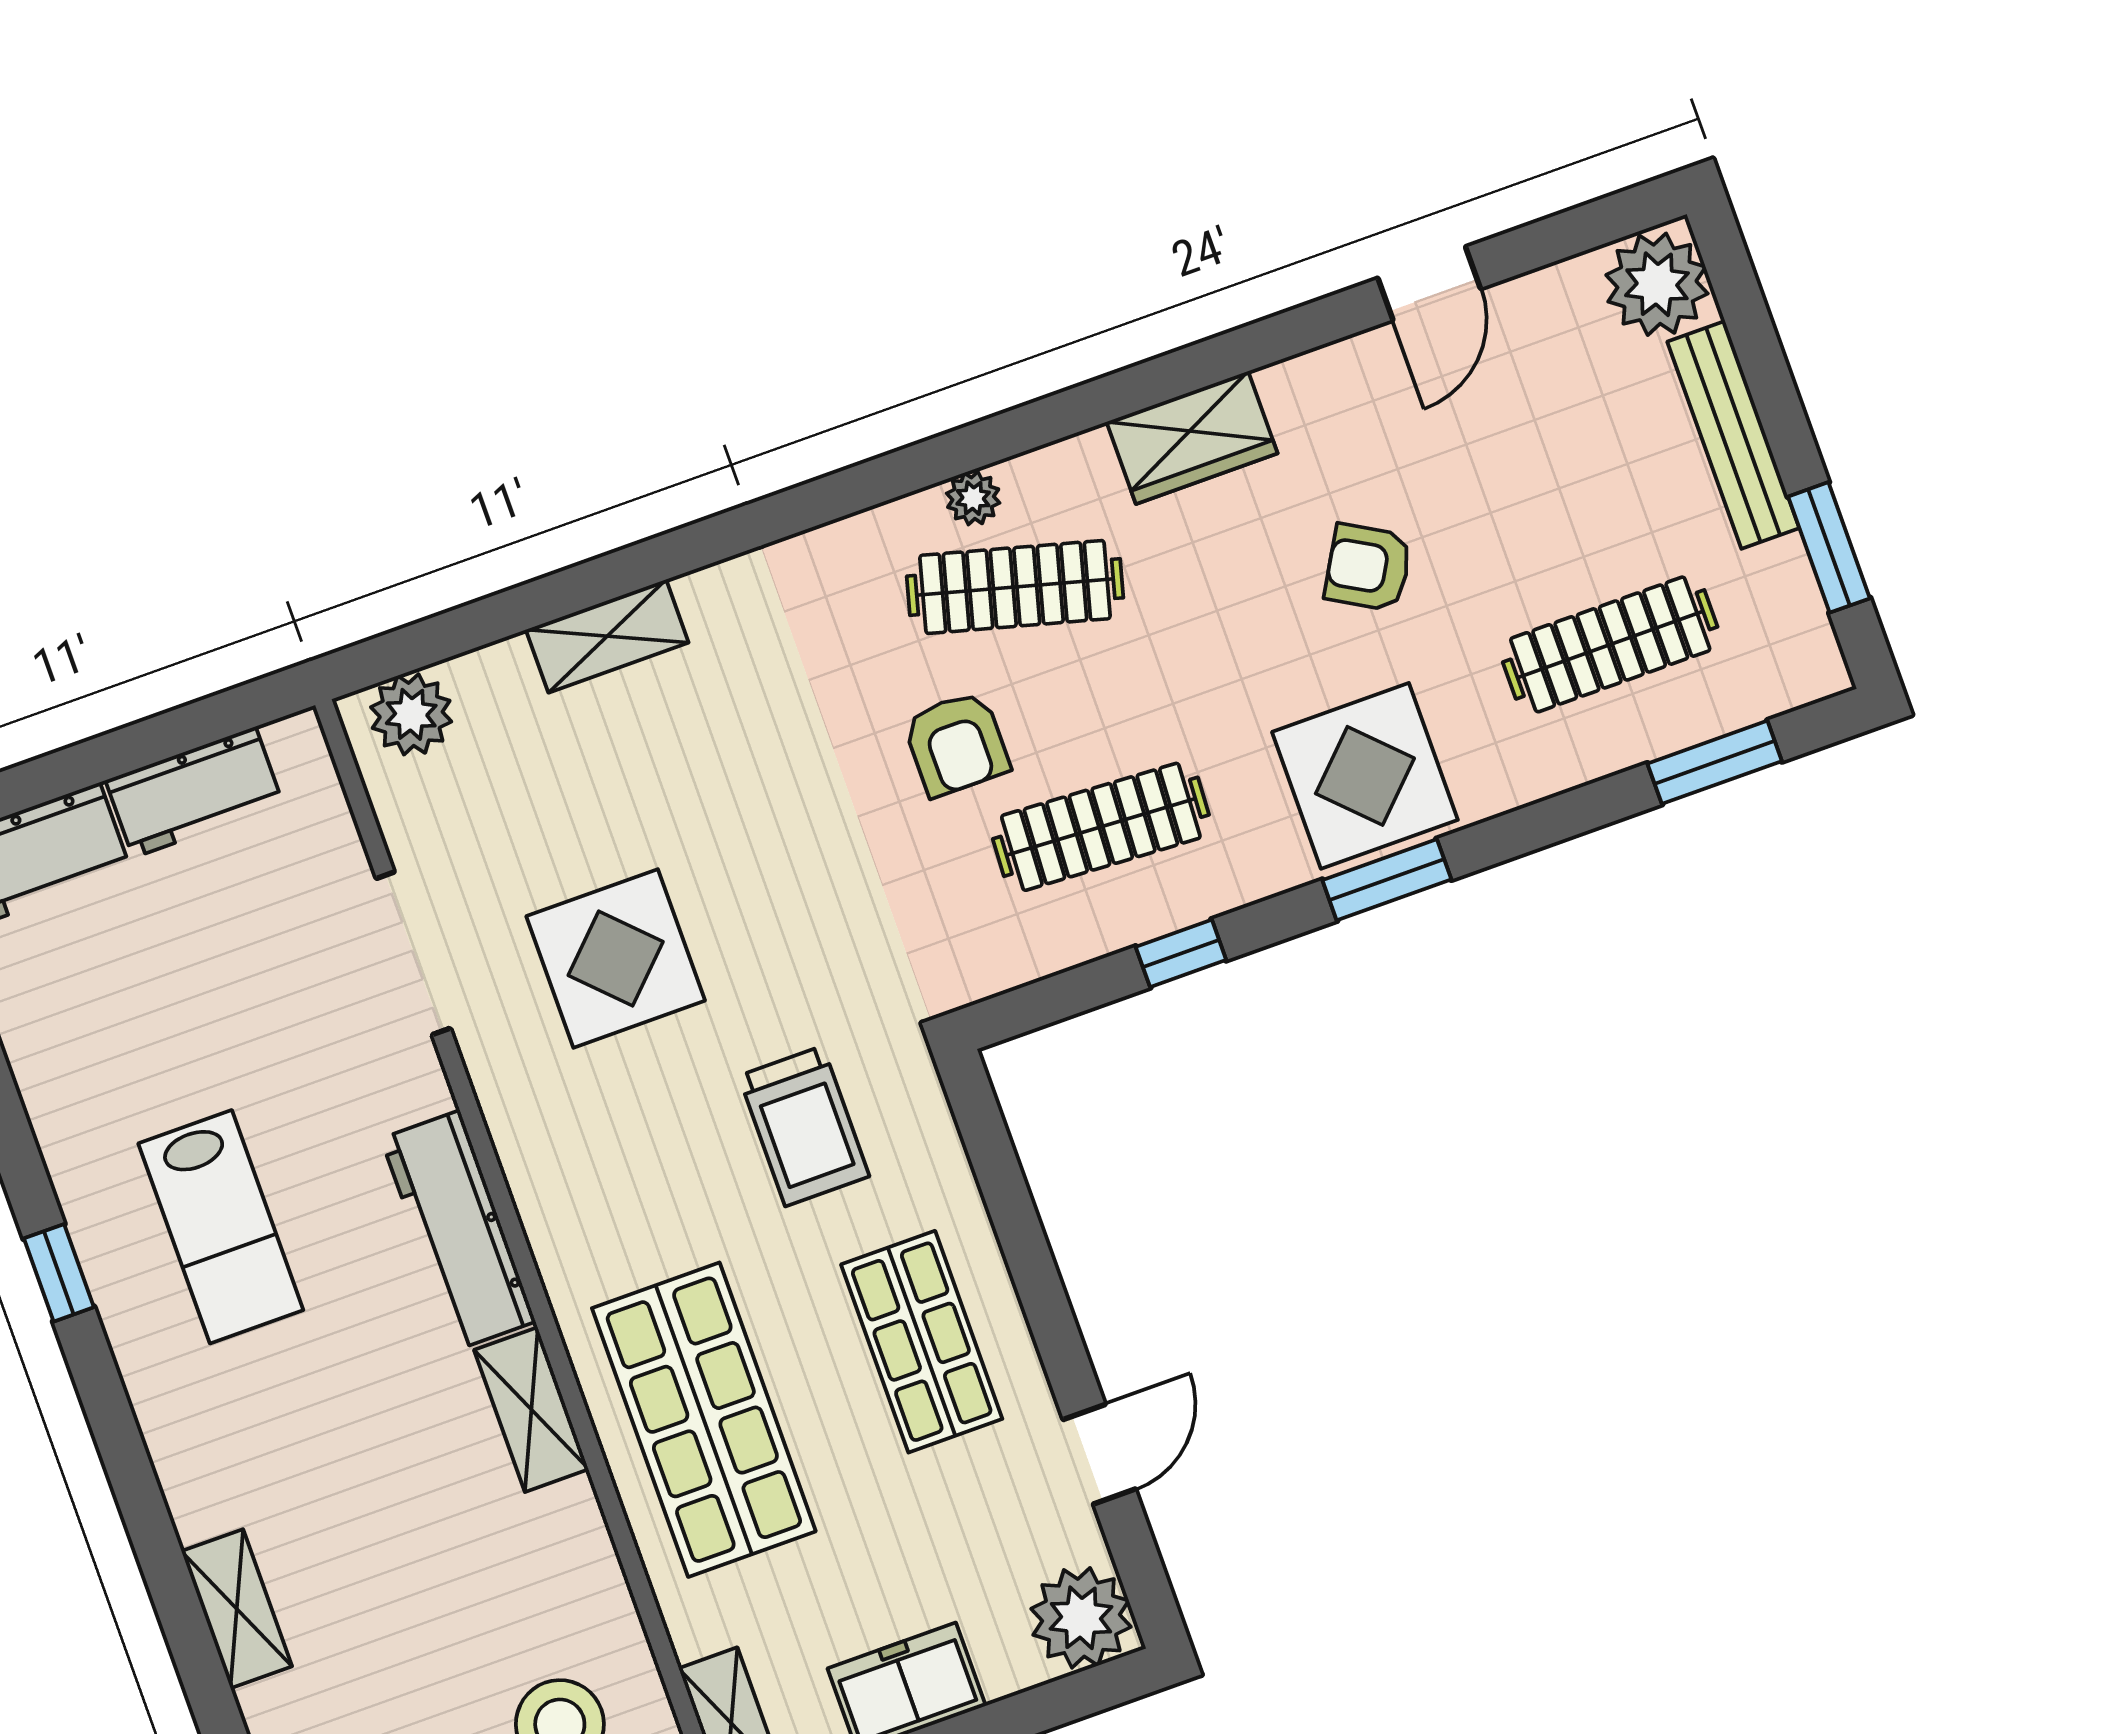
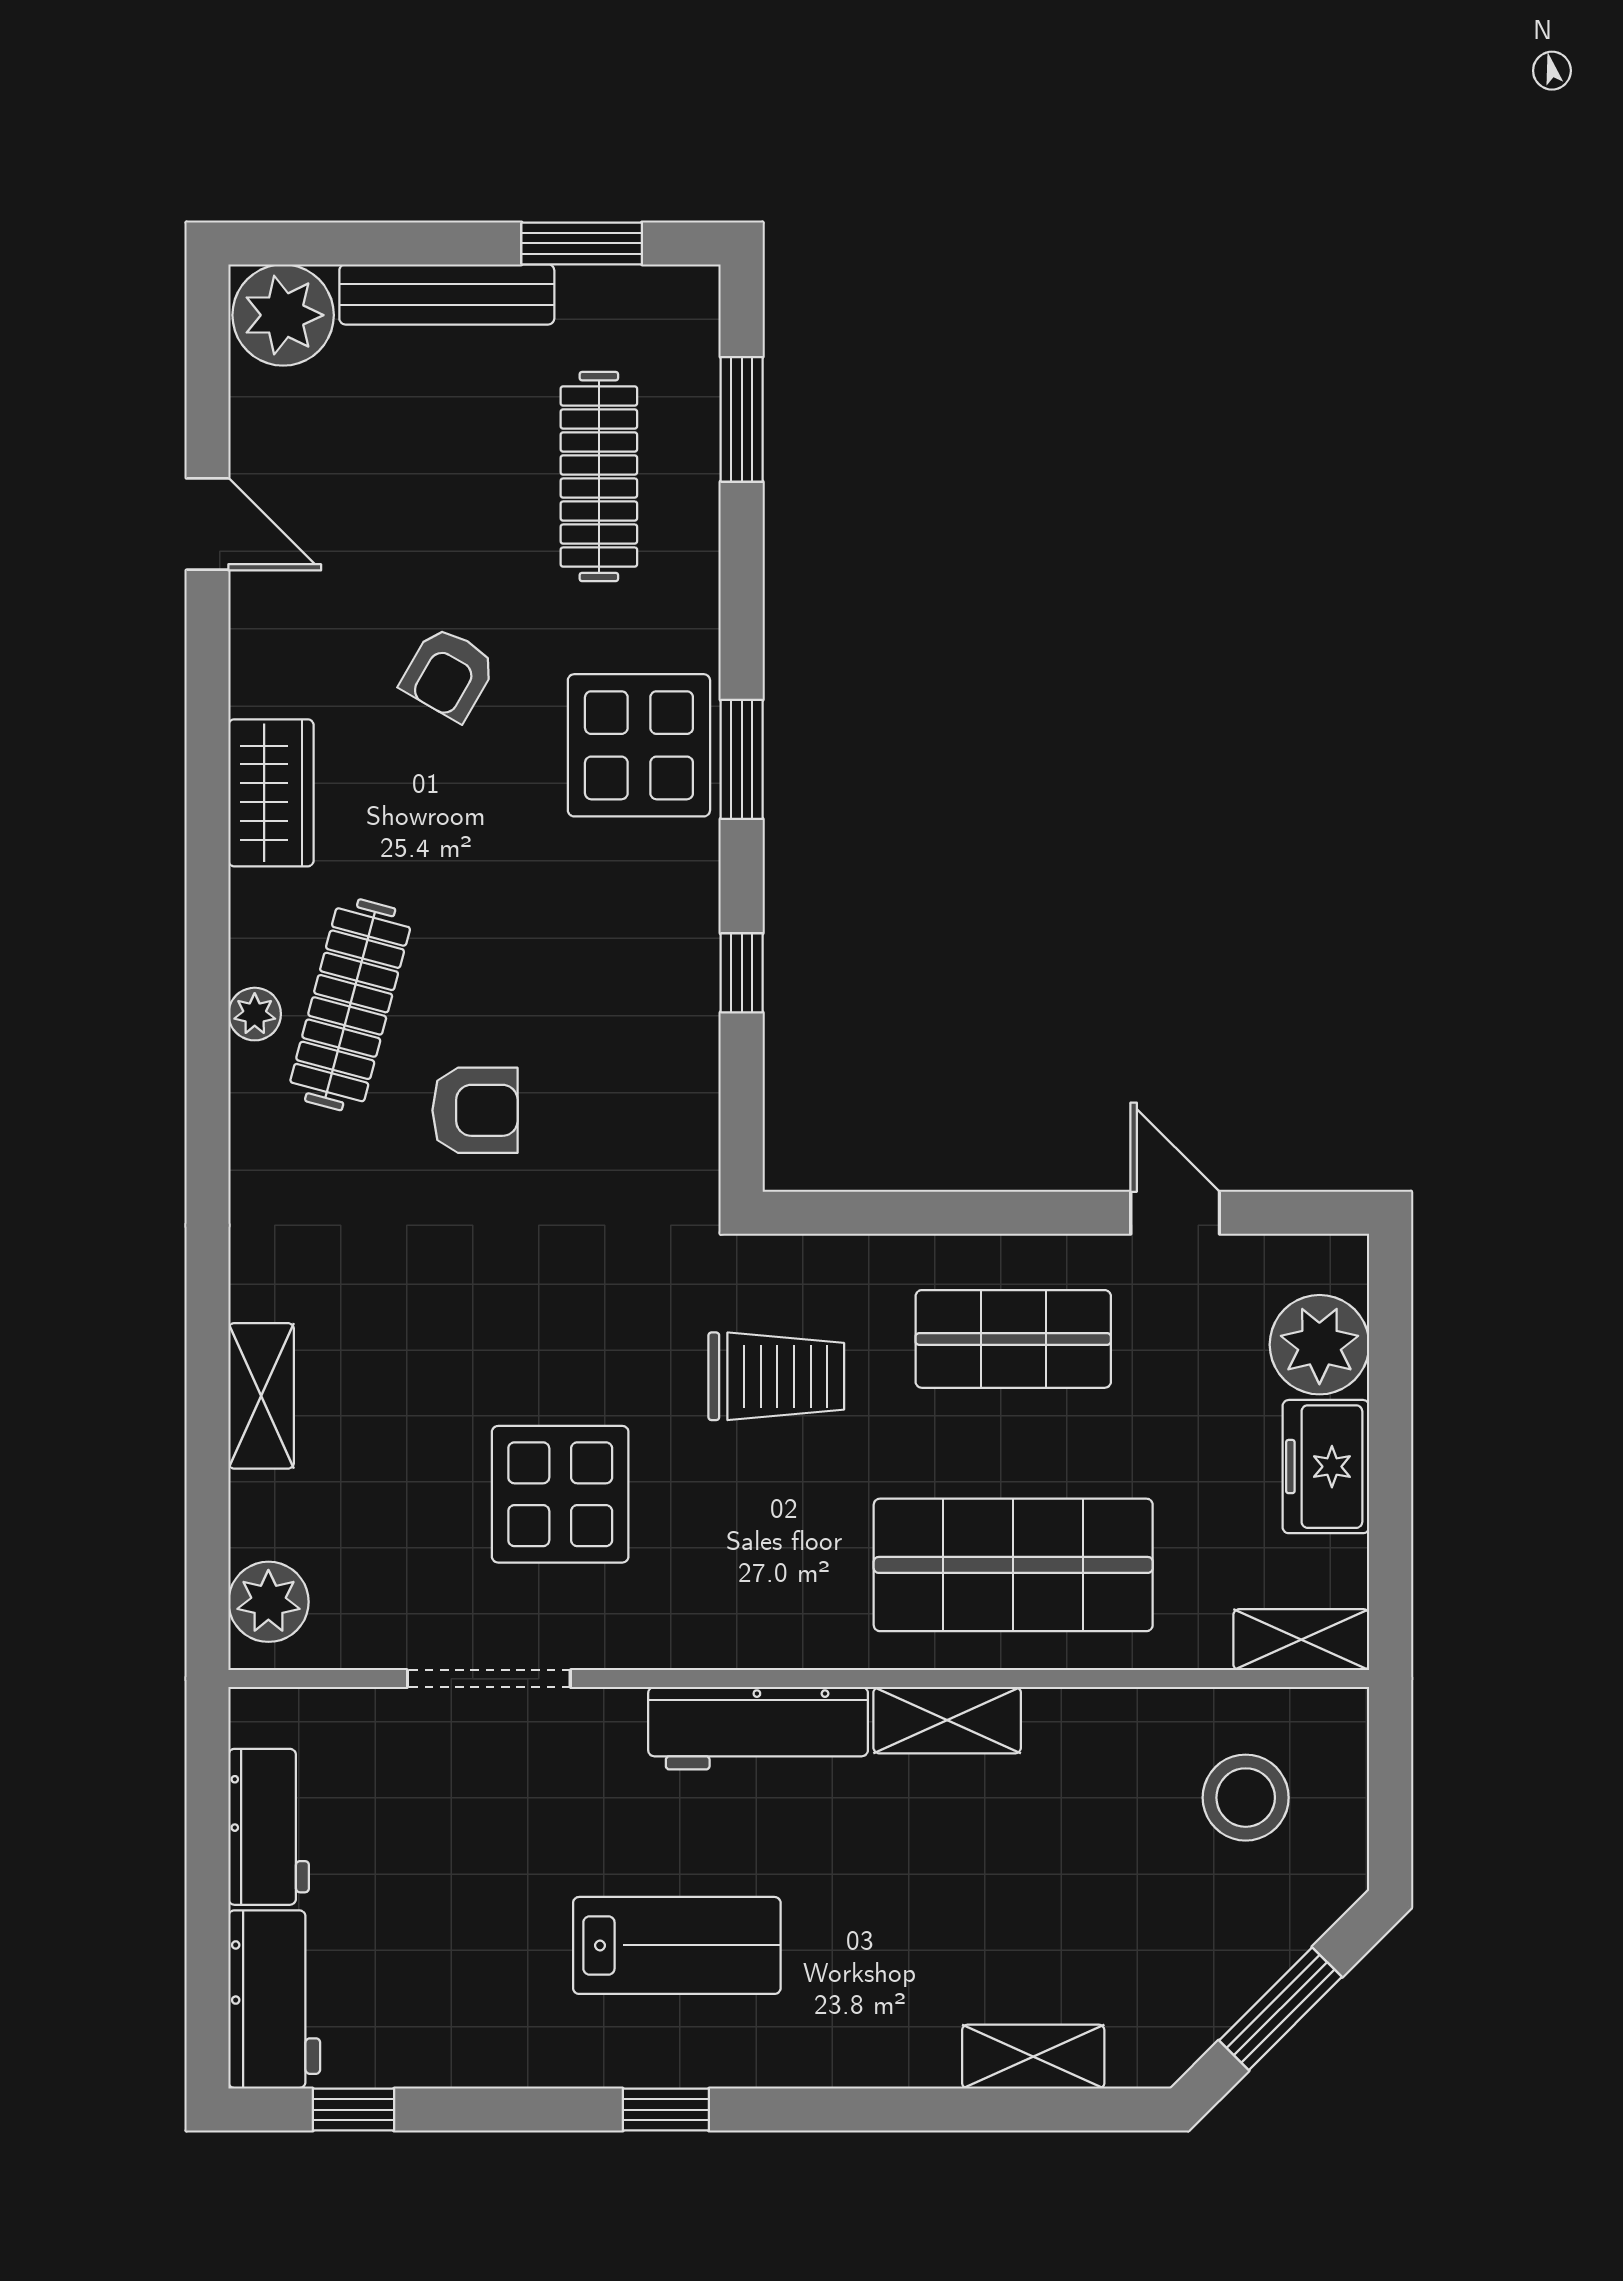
clothes rail: (1101, 827) -> (599, 1005), removed
plant: (1081, 1618) -> (1319, 1345), moved

